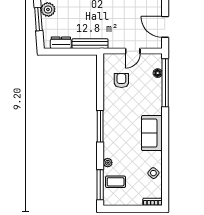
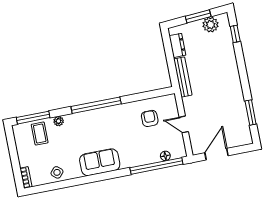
armchair: (121, 81) -> (150, 118), turned -90
window: (100, 126) -> (96, 105), width x1.46

